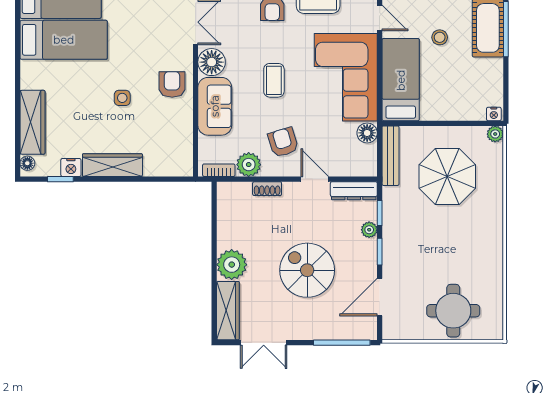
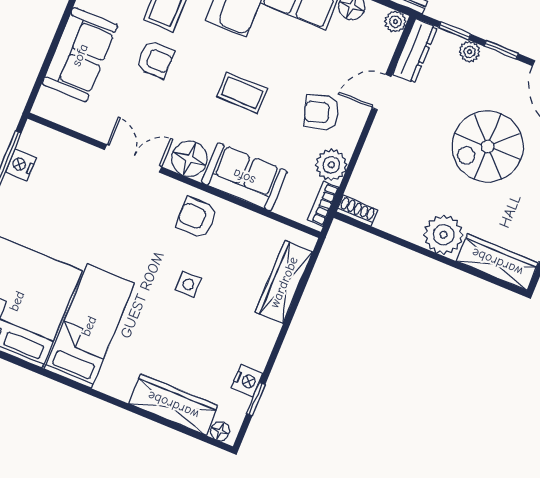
wardrobe: (112, 165) -> (284, 282), moved
plant: (369, 168) -> (395, 22), added
shoe rack: (267, 189) -> (357, 211), moved, turned -90

